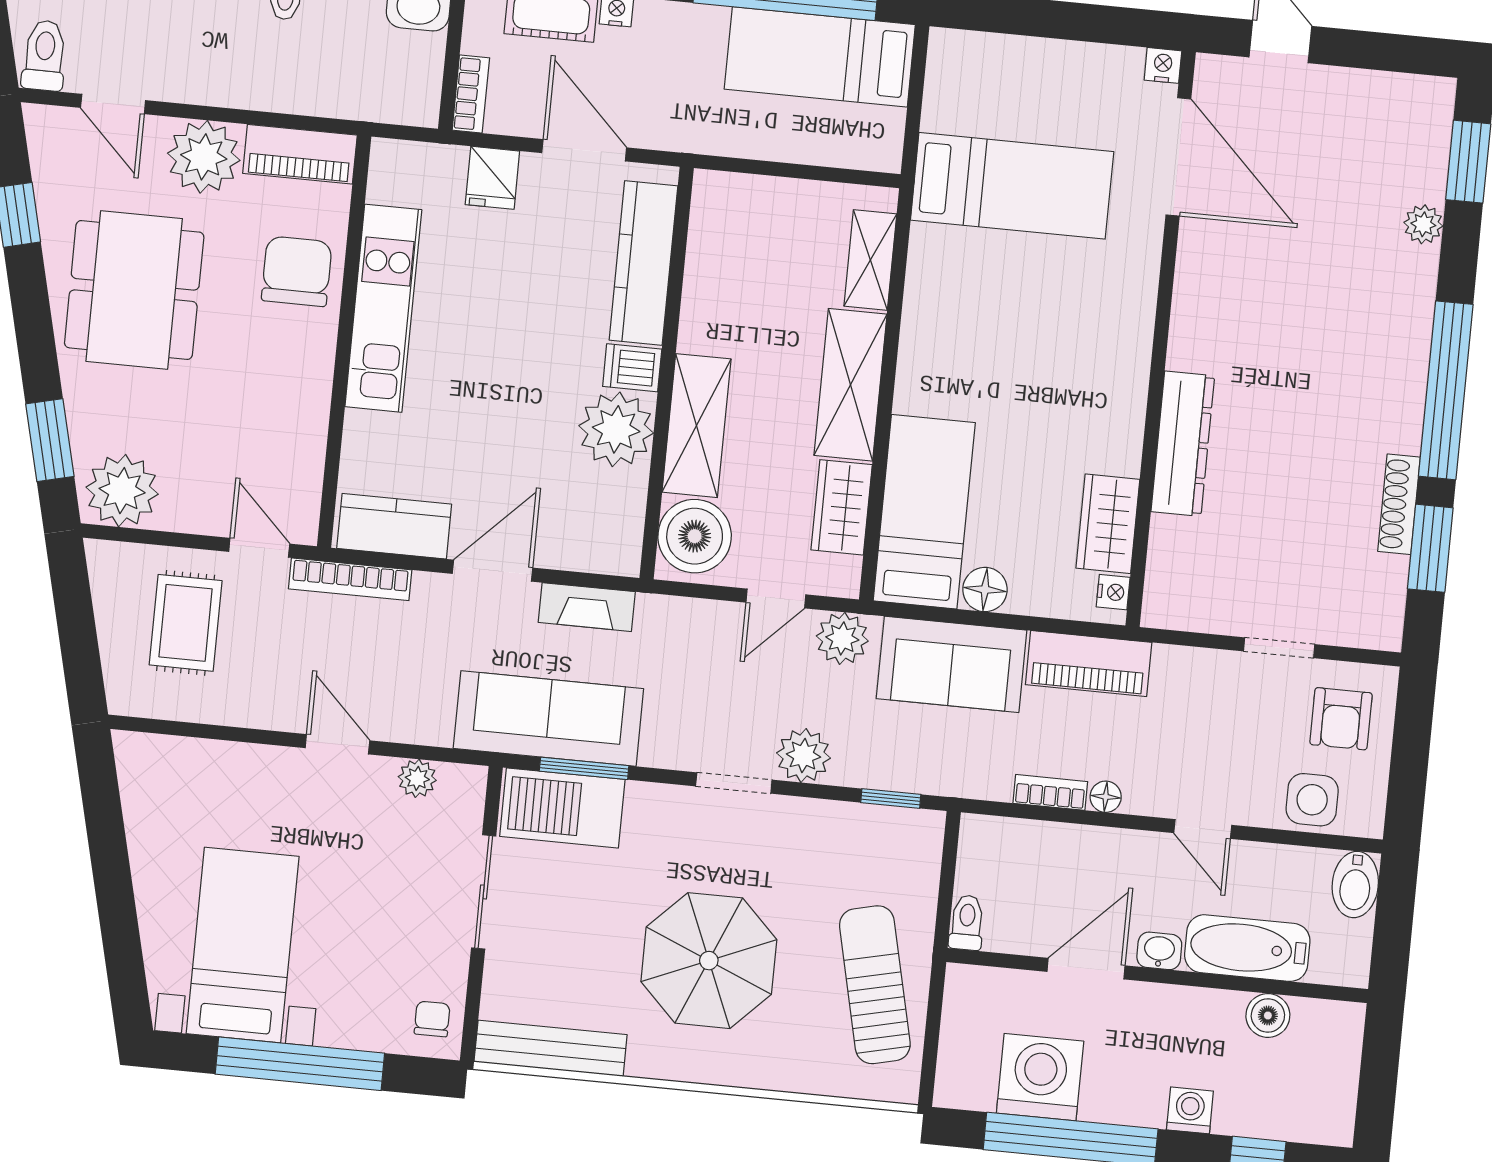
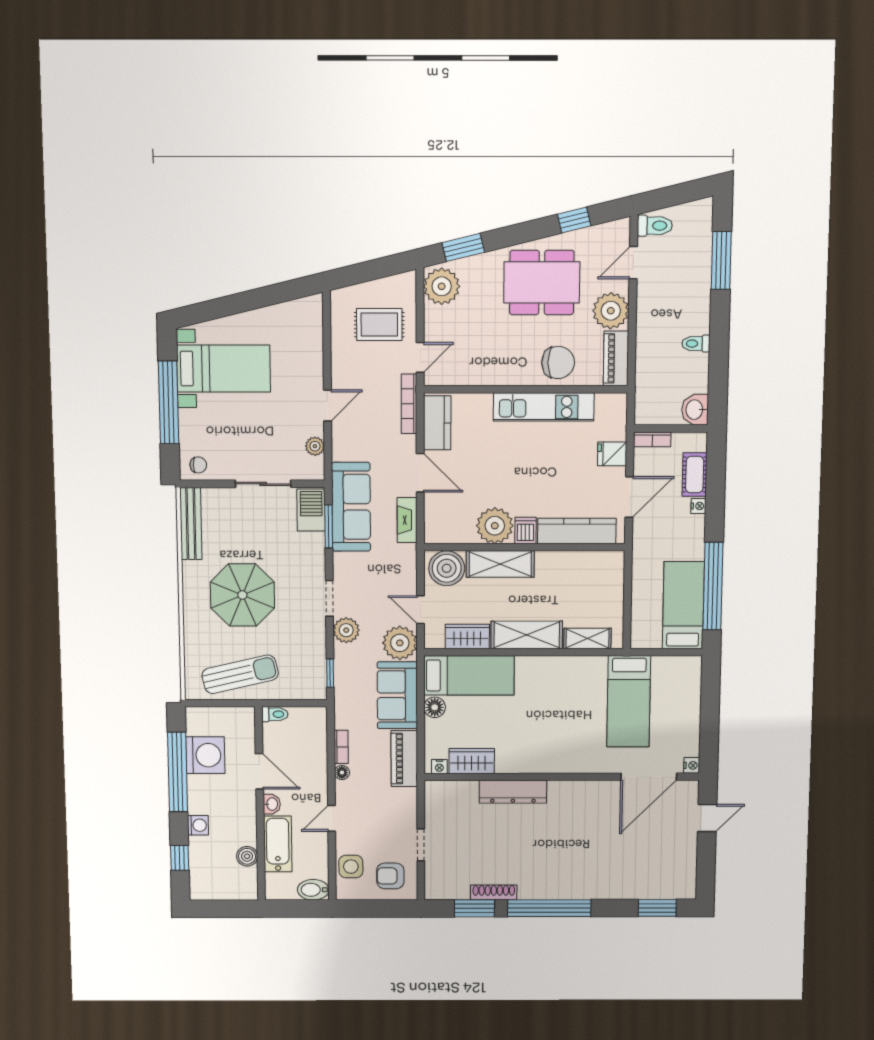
plant: (1423, 224) -> (626, 891), removed
plant: (842, 638) -> (400, 643), width x1.36, depth x1.36
barbecue: (562, 808) -> (311, 510), width x0.73, depth x0.83

